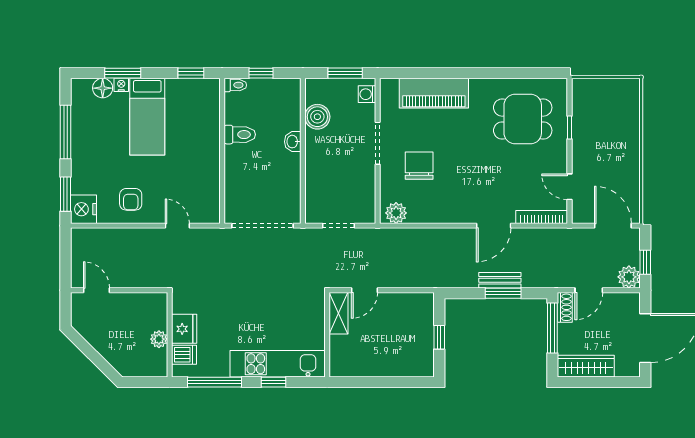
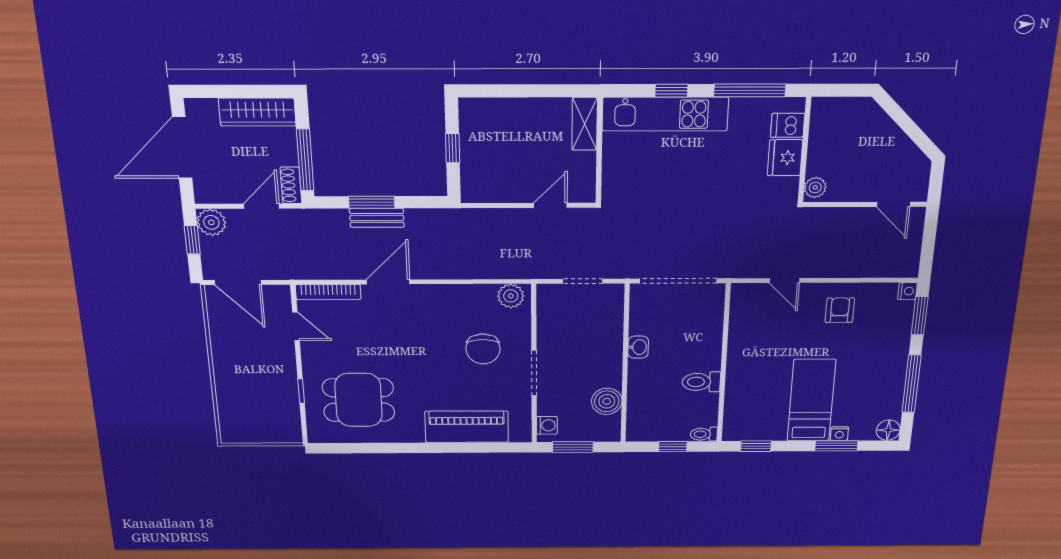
floor lamp: (103, 88) -> (888, 430), moved
washbasin: (293, 142) -> (638, 347), moved
nightstand: (83, 209) -> (907, 291), width x0.53, depth x0.56
shelving: (339, 313) -> (585, 124), moved
plant: (159, 339) -> (815, 187), moved

